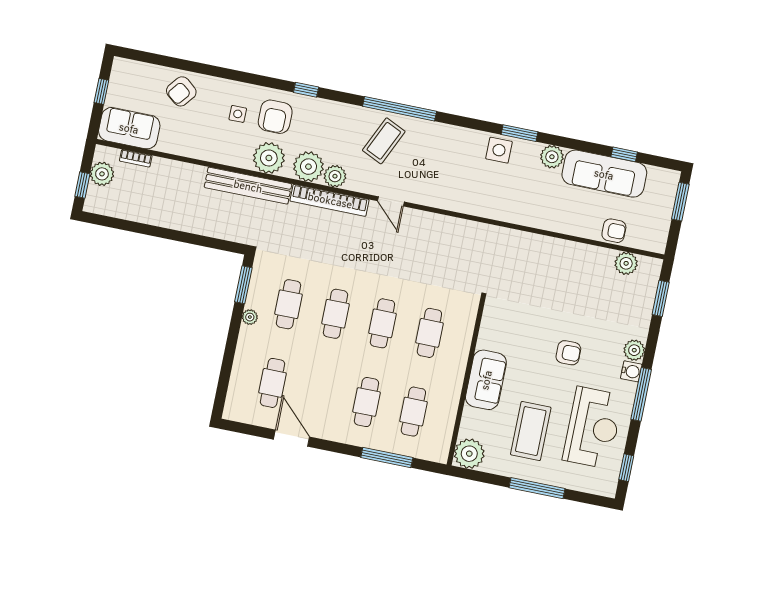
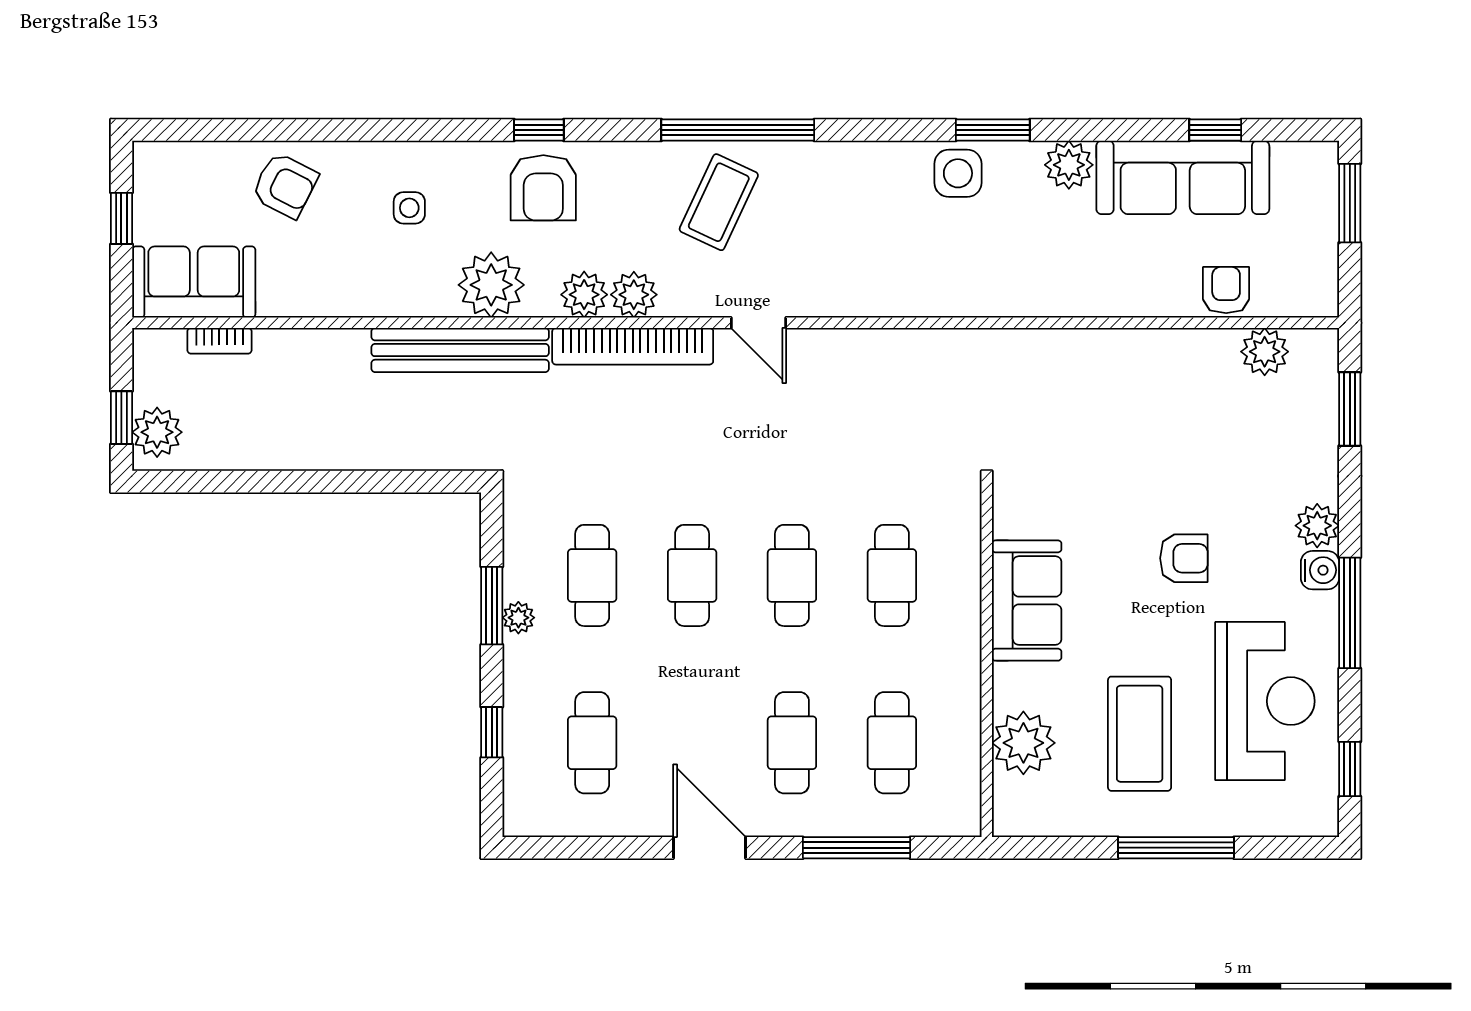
armchair: (181, 91) -> (285, 185), turned -102
armchair: (275, 117) -> (543, 188), moved
plant: (308, 167) -> (584, 295), width x0.73, depth x0.73
plant: (102, 174) -> (157, 432), moved
armchair: (614, 231) -> (1226, 290), turned -90
window: (243, 285) -> (492, 606), moved
window: (226, 368) -> (492, 732), added
sofa: (486, 380) -> (1027, 601), moved
door: (292, 438) -> (710, 848), moved
plant: (469, 454) -> (1023, 743), moved

